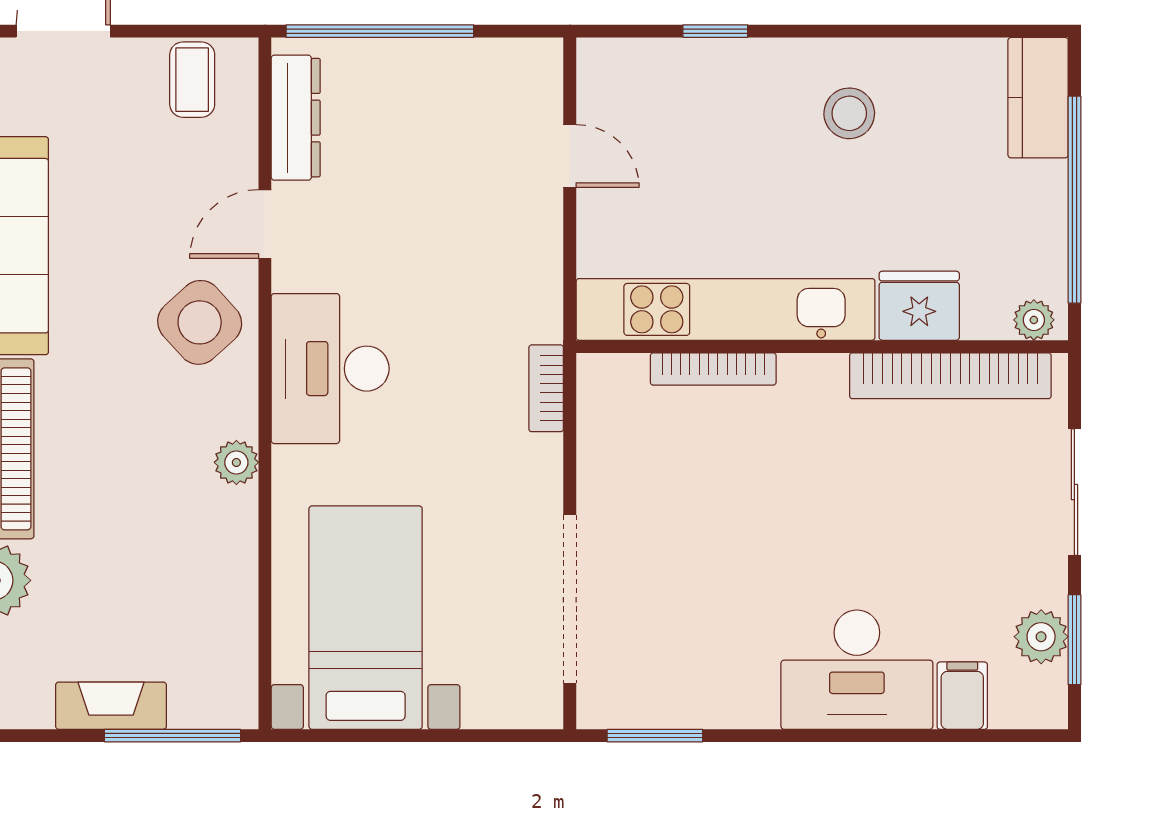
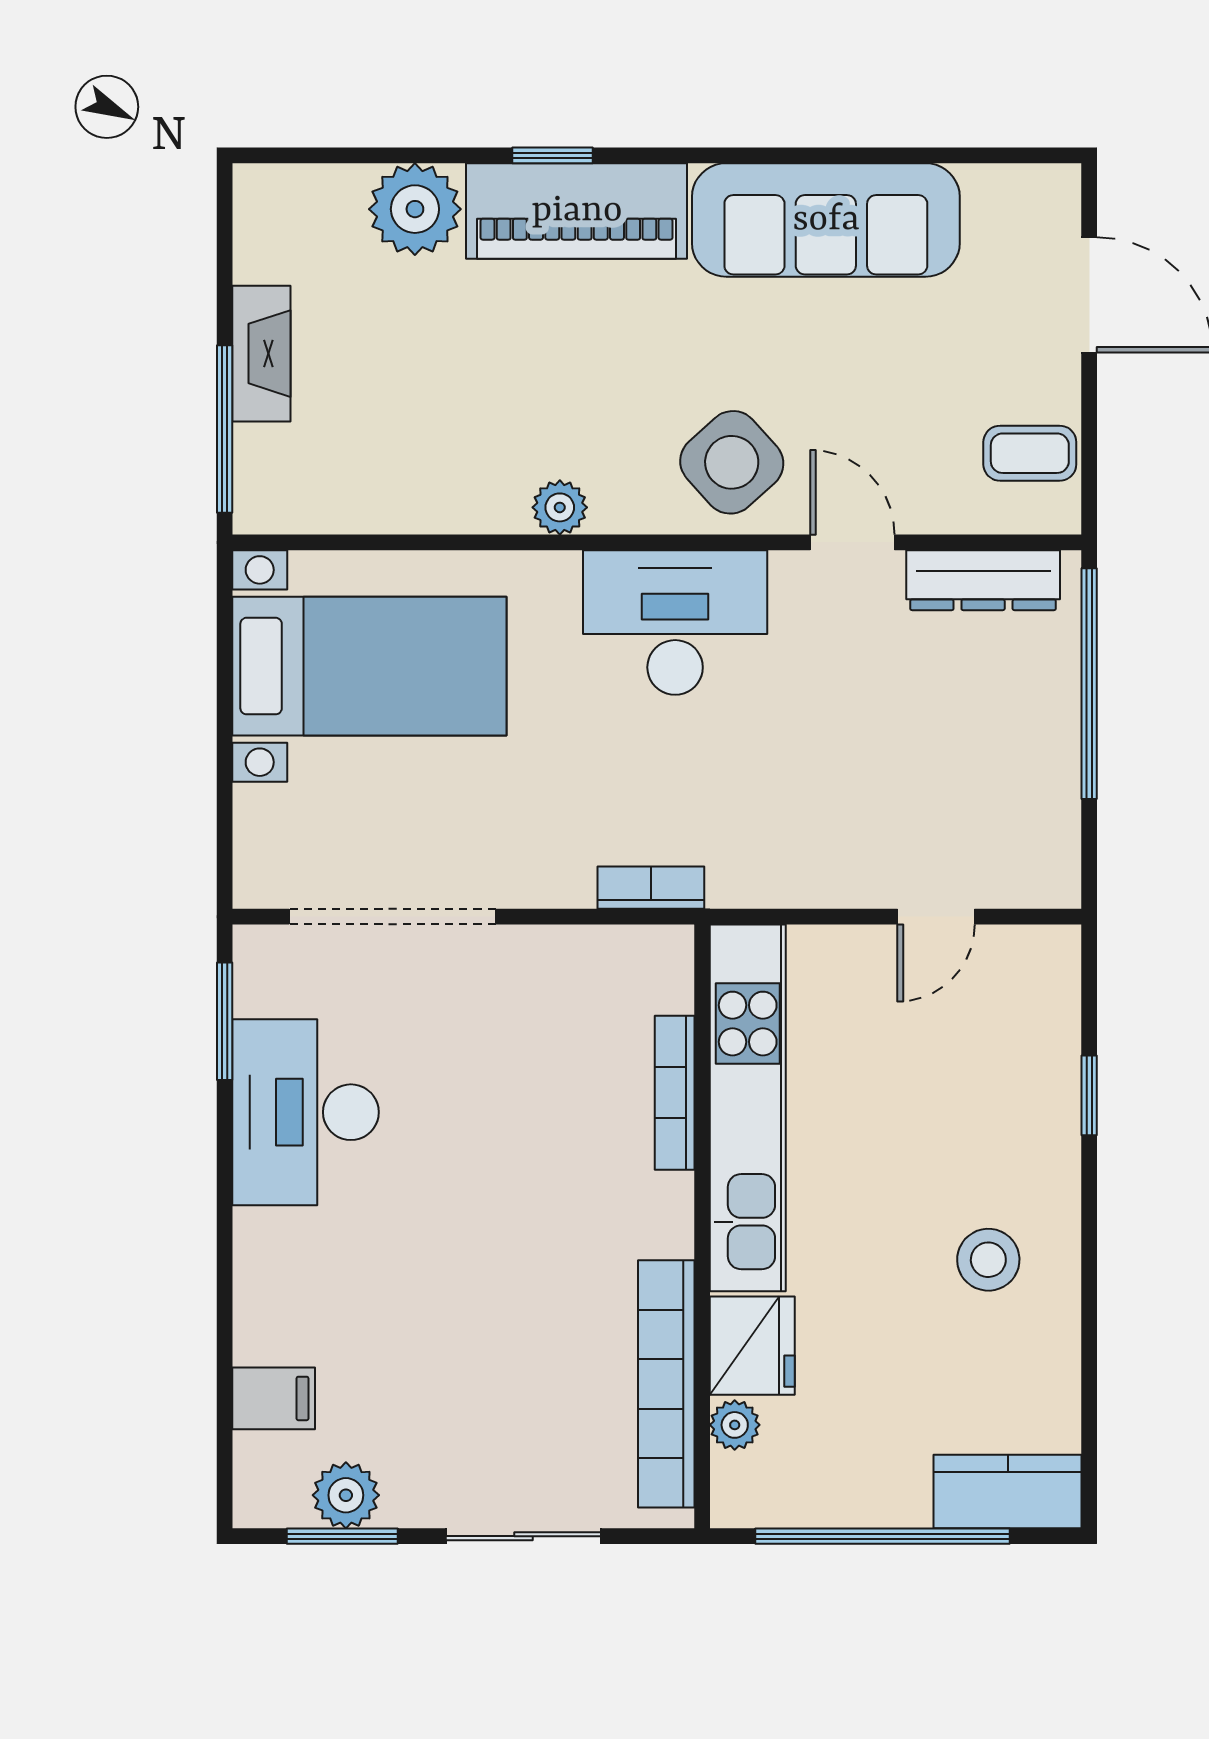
plant: (1034, 320) -> (735, 1425), moved
desk: (857, 670) -> (305, 1112), moved

